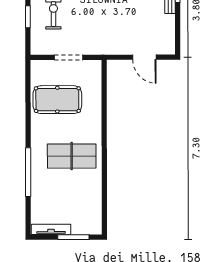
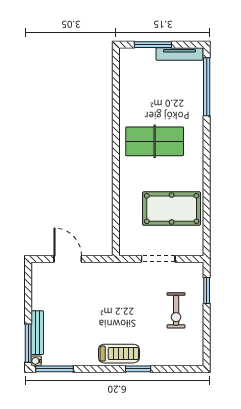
window: (28, 17) -> (207, 290), moved
window: (28, 172) -> (207, 87), moved

